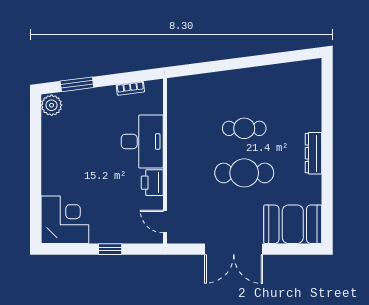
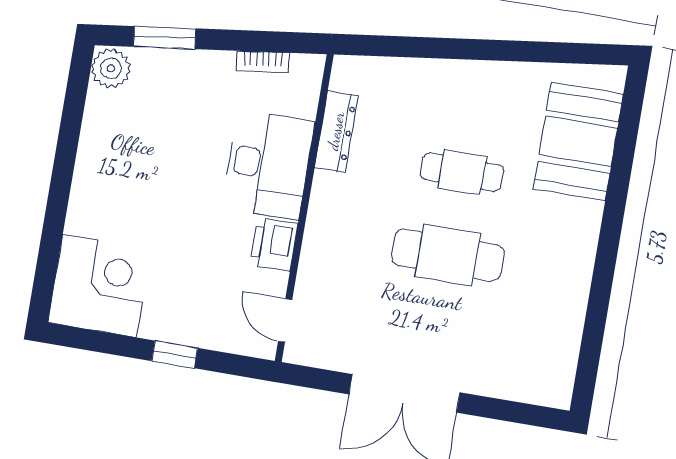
dresser: (313, 153) -> (336, 131), moved, turned 180
booth: (293, 224) -> (578, 141), moved, turned 90

